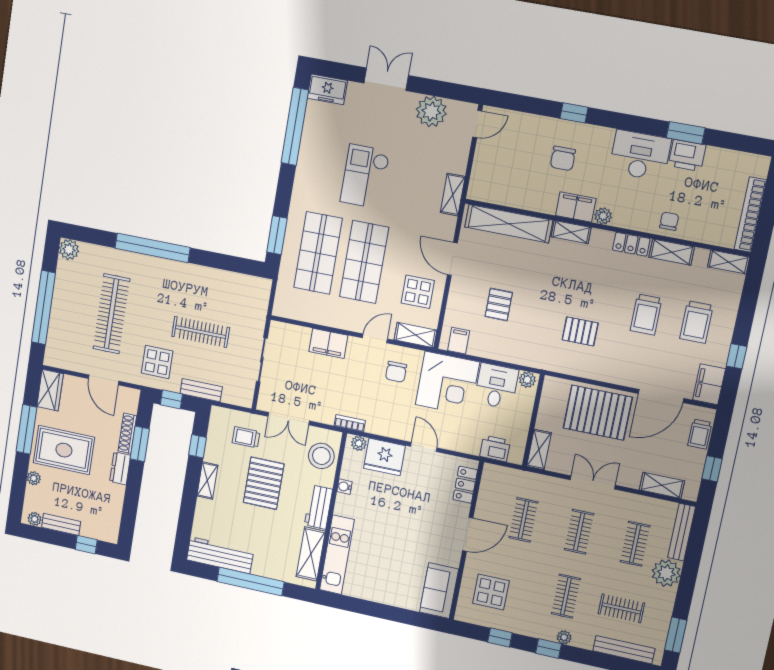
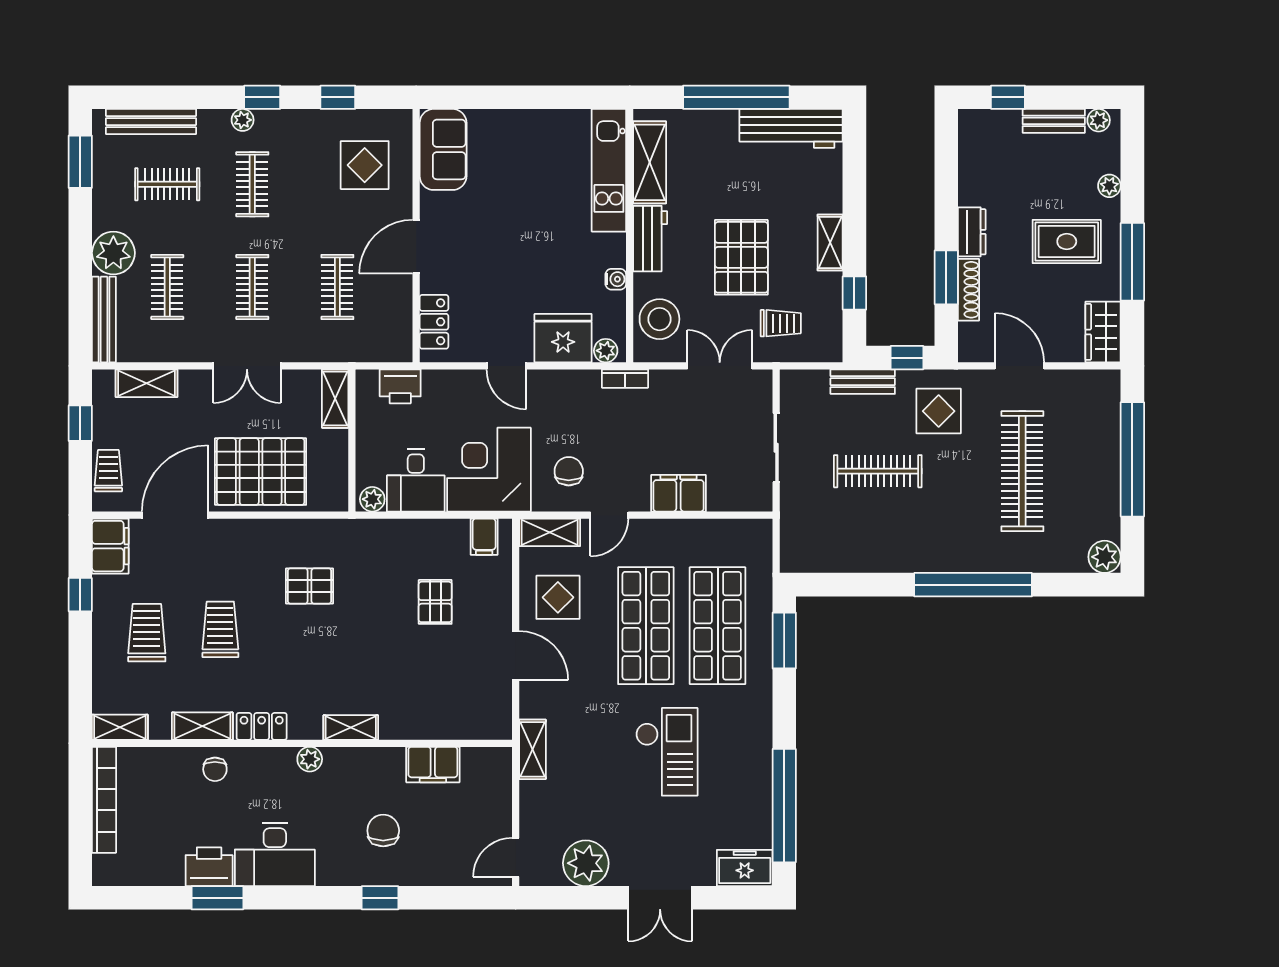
filing cabinet: (576, 207) -> (433, 765), moved
shelving: (509, 224) -> (443, 723), removed
rug: (64, 450) -> (1067, 242), width x0.73, depth x0.70

